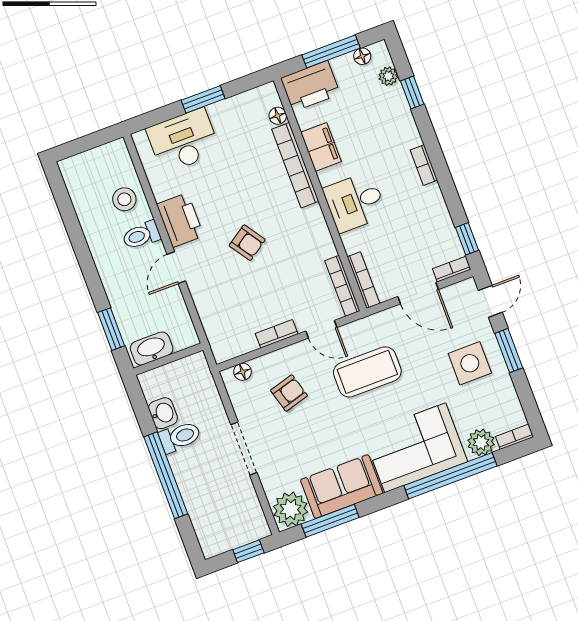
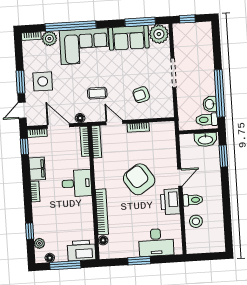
filing cabinet: (321, 147) -> (37, 169), moved, turned 180
armchair: (247, 243) -> (139, 179), width x1.88, depth x1.88
floor lamp: (242, 372) -> (80, 118), moved
coffee table: (367, 372) -> (97, 93), width x0.54, depth x0.58
toilet: (180, 437) -> (207, 120), moved
window: (166, 475) -> (220, 93), moved

